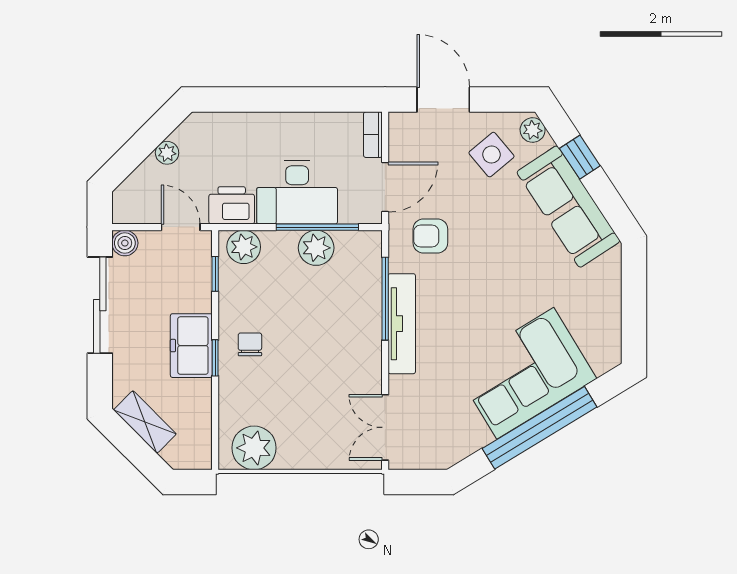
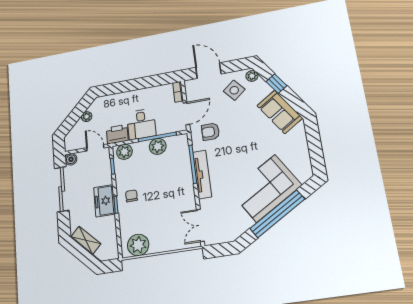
desk: (297, 192) -> (141, 124), width x0.73
sofa: (568, 207) -> (280, 112), width x0.73

